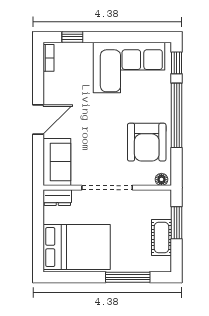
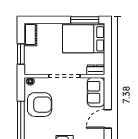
armchair: (147, 142) -> (40, 105), turned 90
cot: (162, 238) -> (30, 34), moved
window: (128, 277) -> (85, 20), moved

